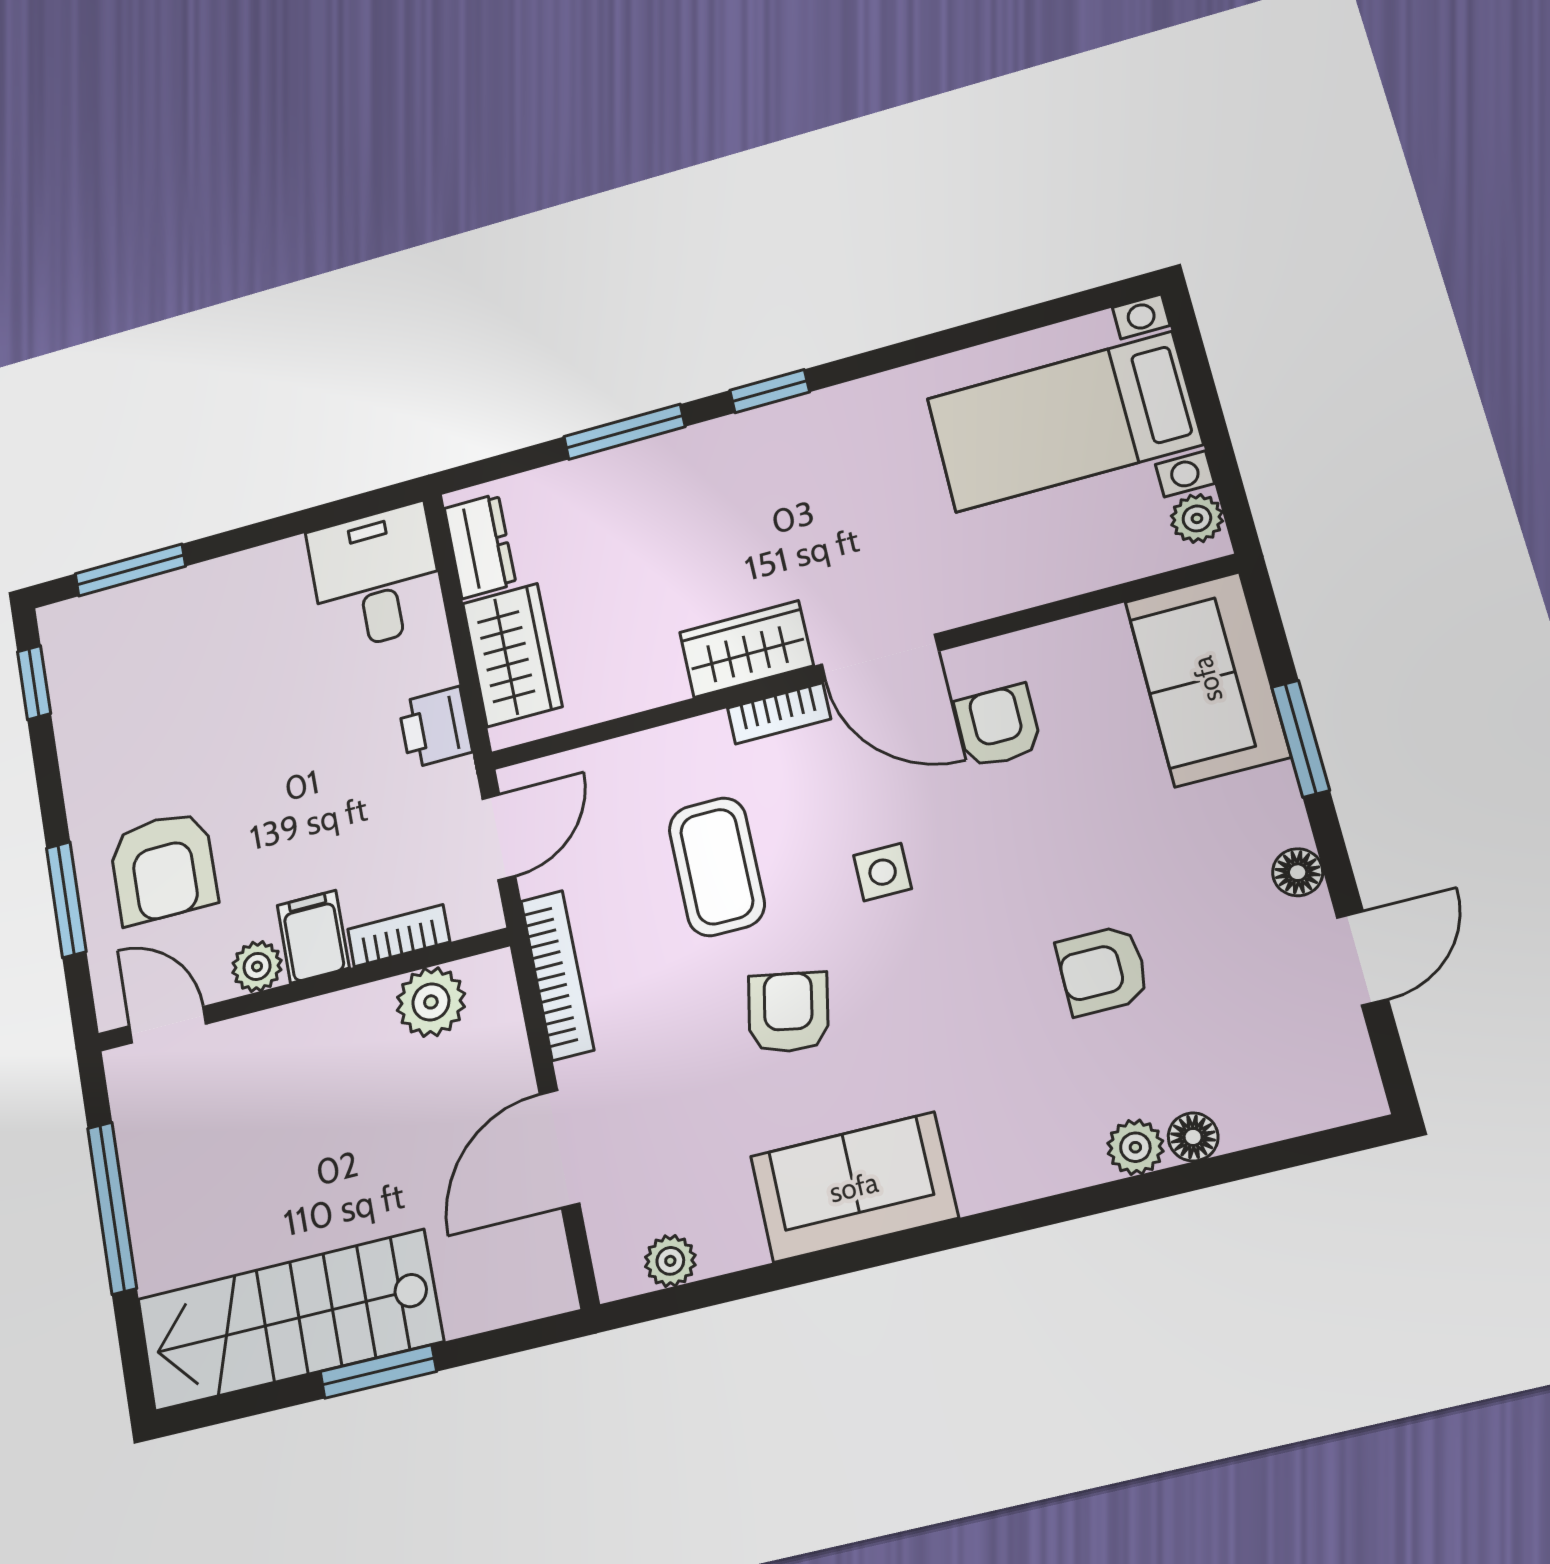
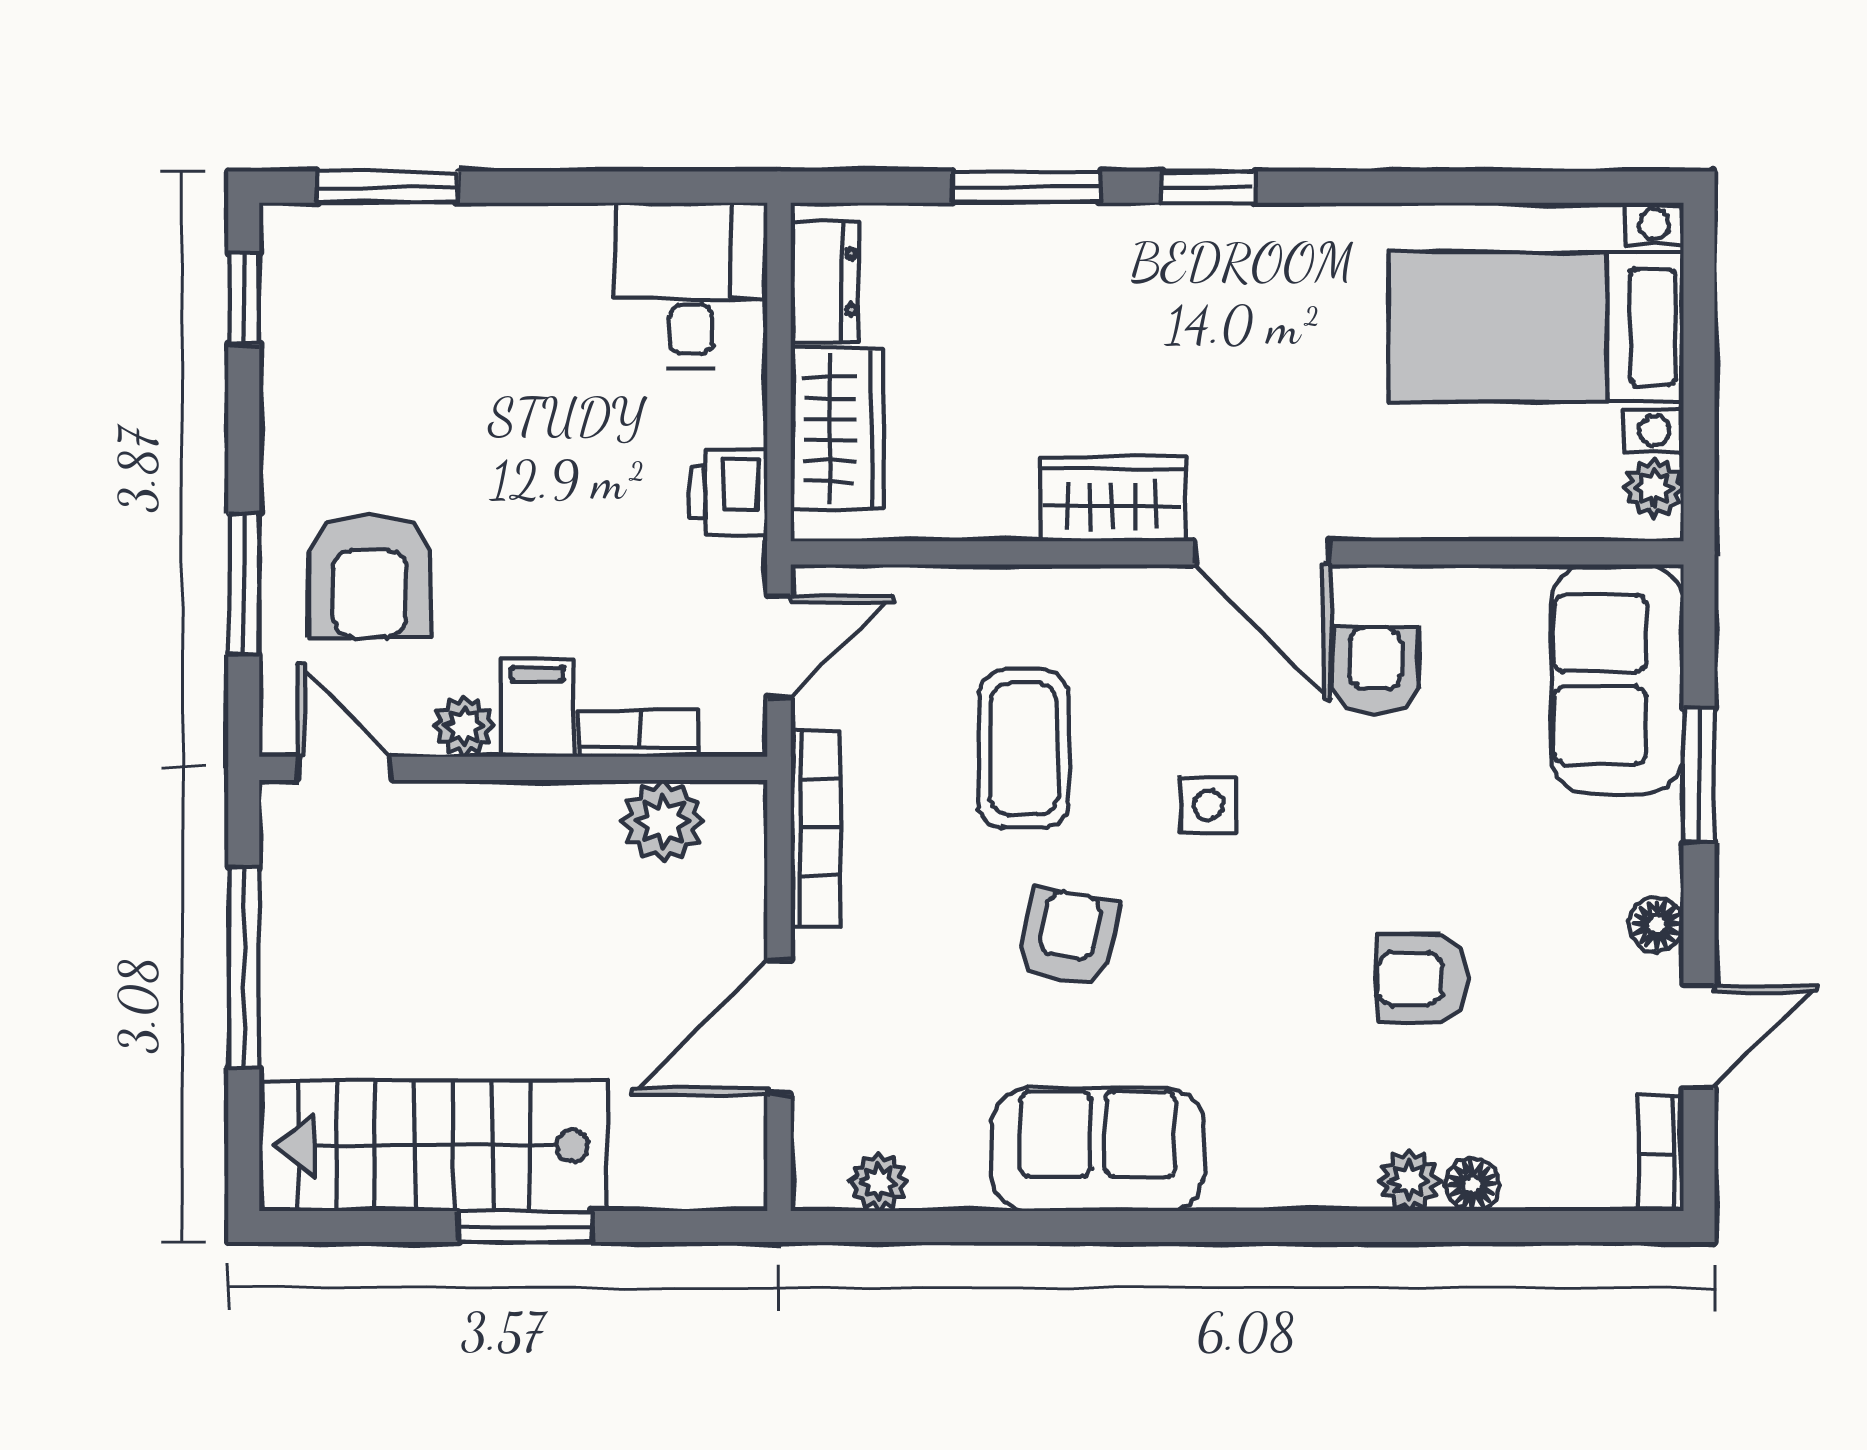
bookcase: (779, 713) -> (1661, 1154), moved, turned 90

